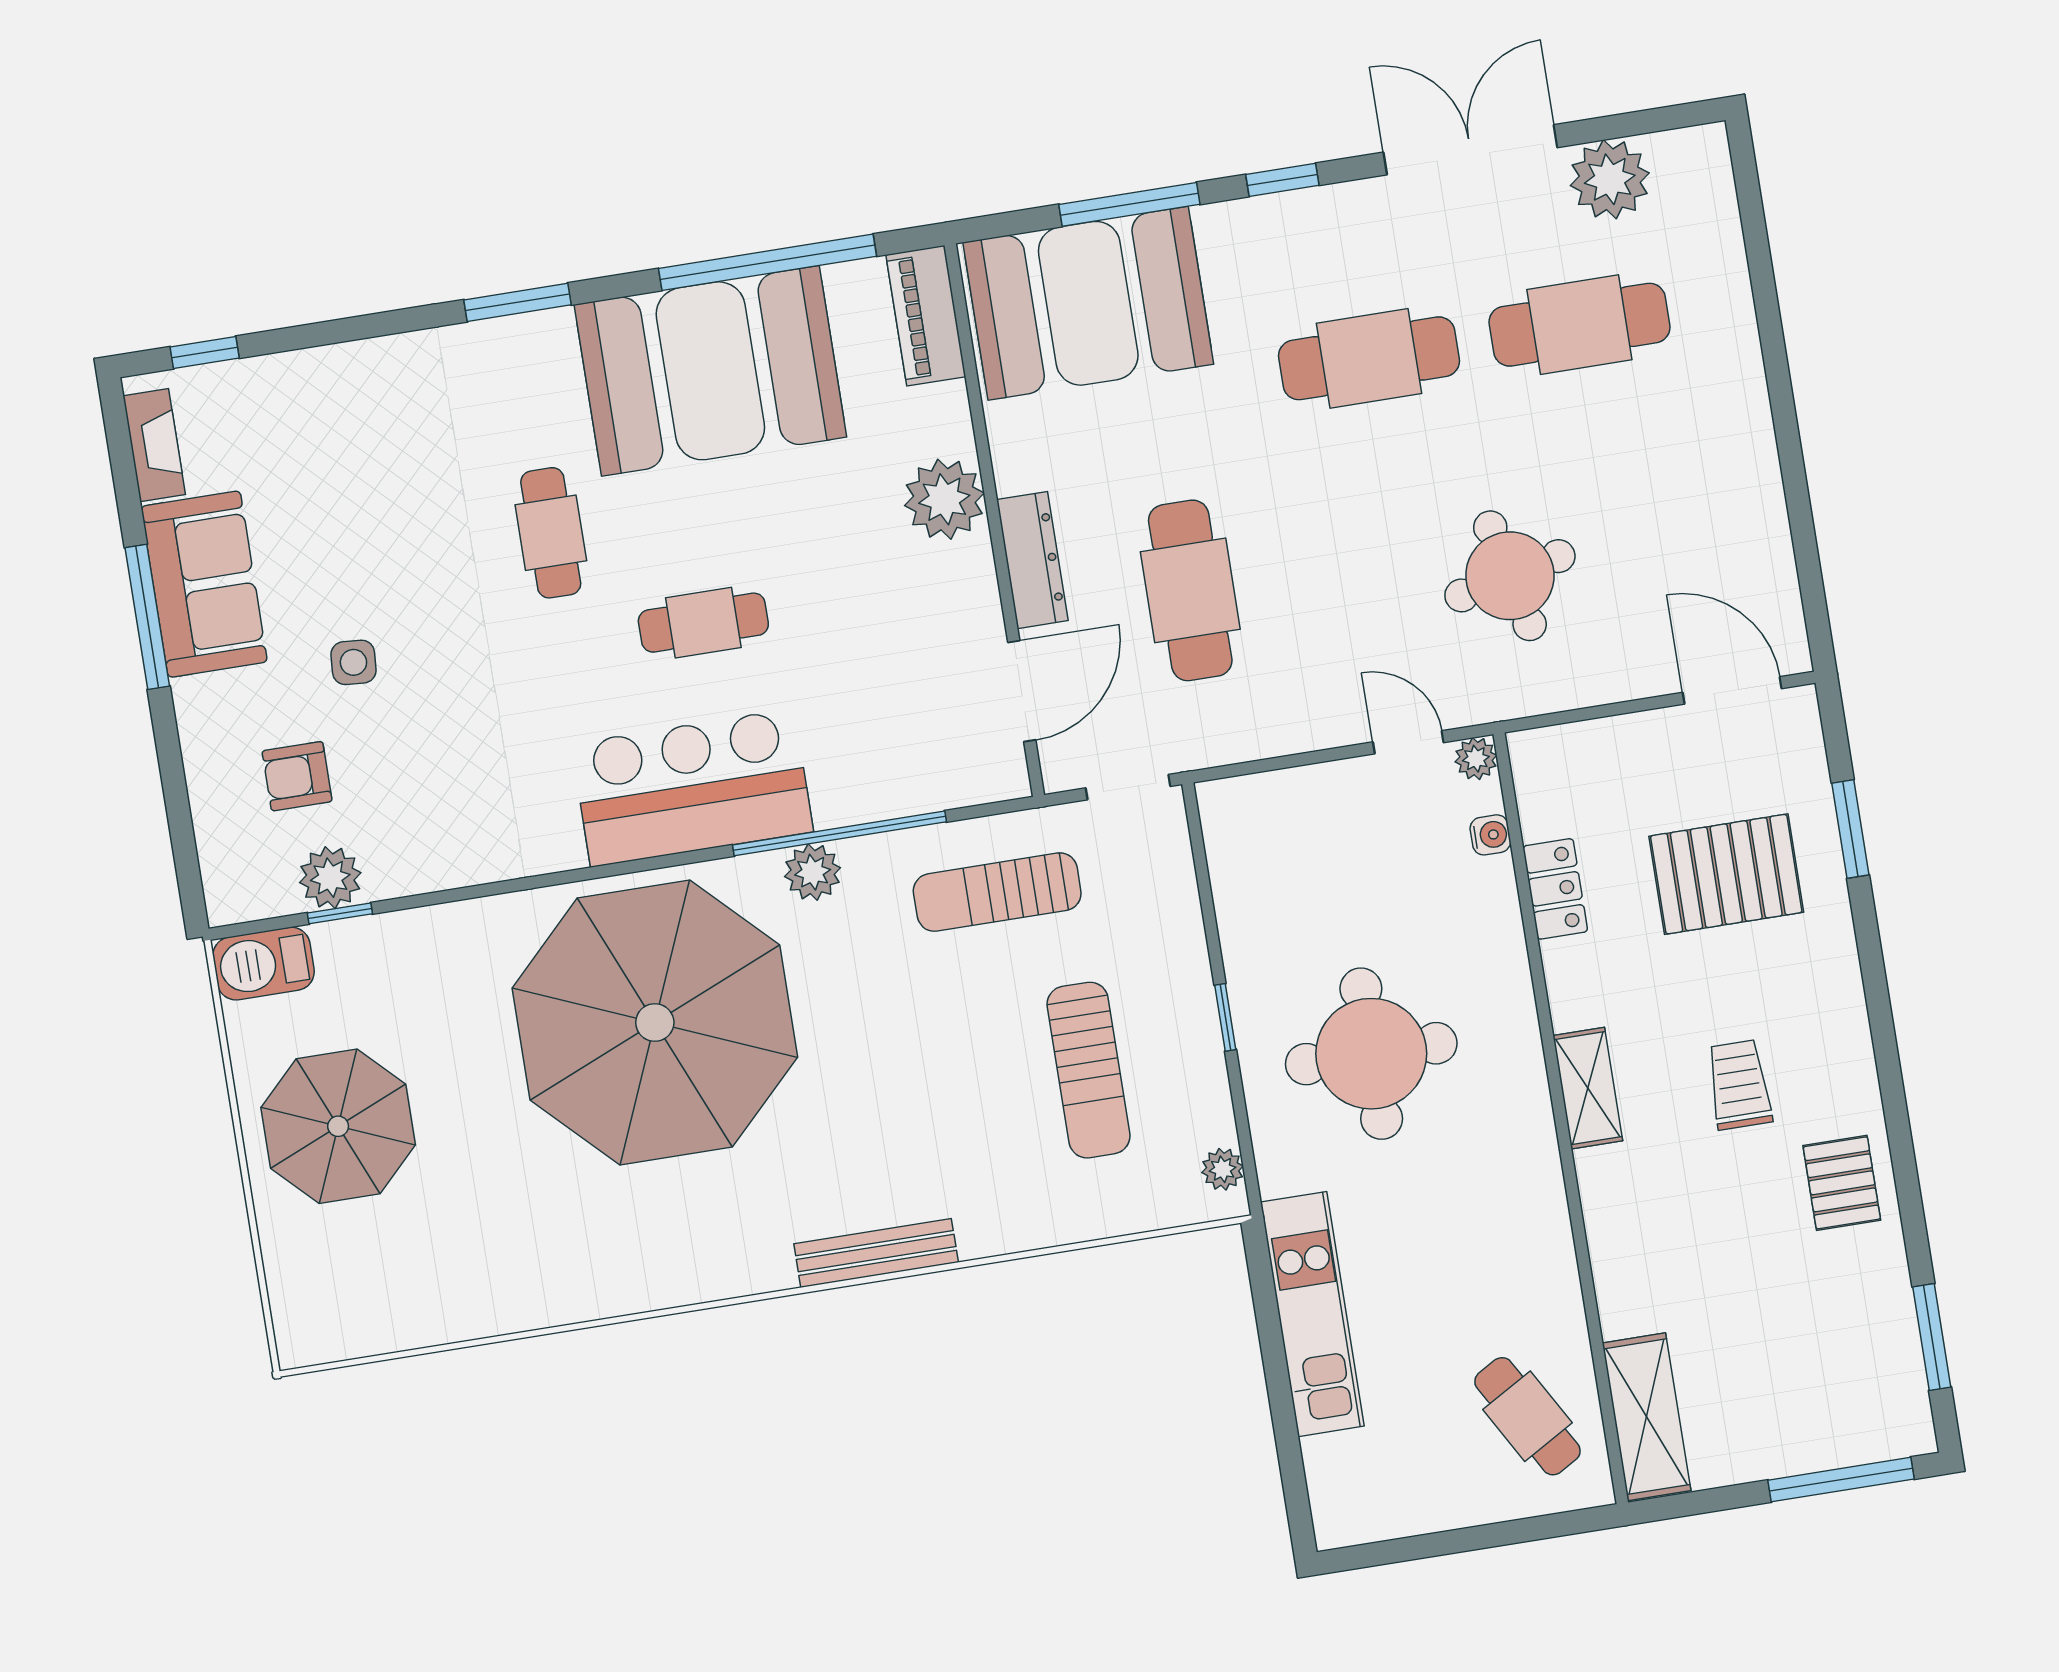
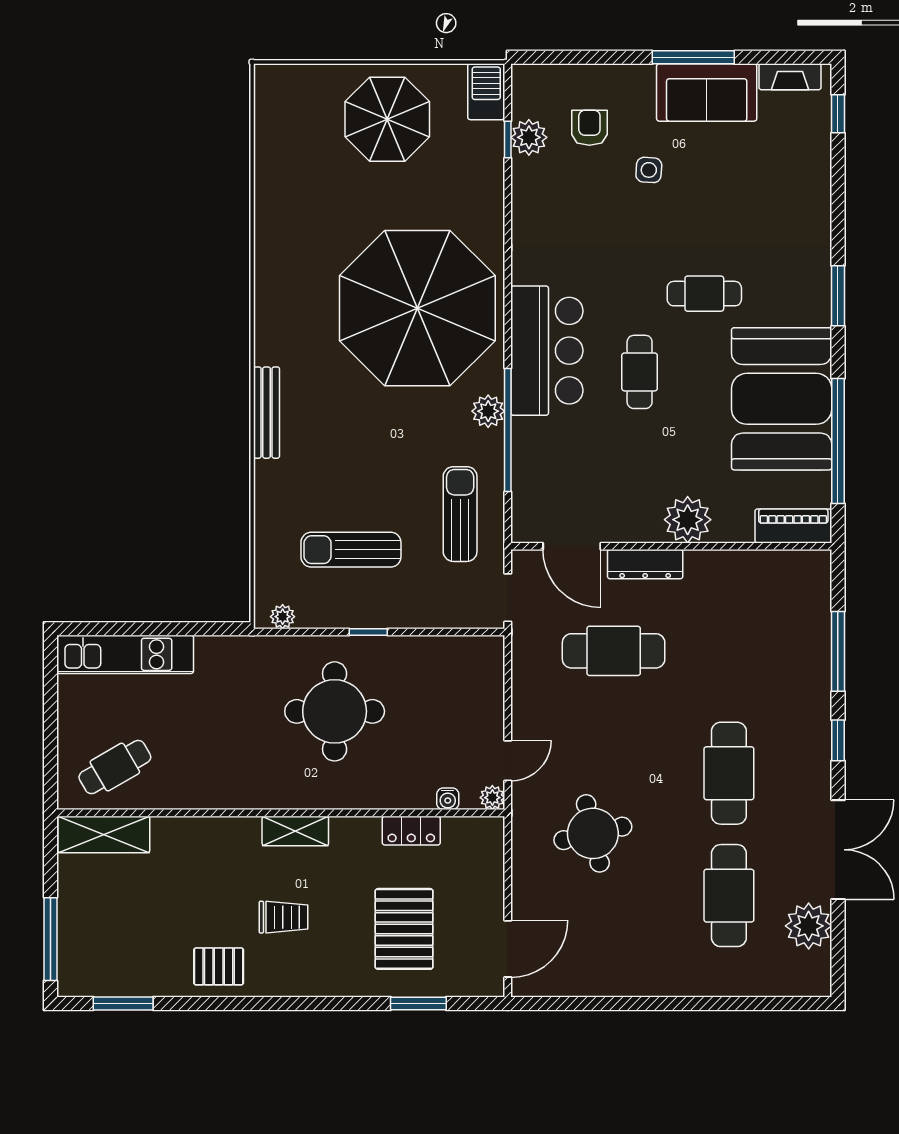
booth: (1088, 303) -> (786, 619), removed
kitchen unit: (1312, 1314) -> (125, 654), moved

